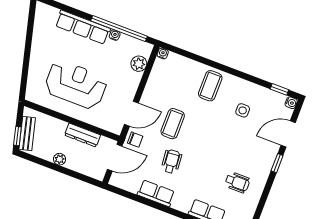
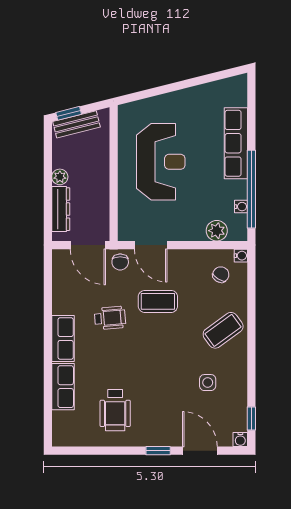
water cooler: (115, 35) -> (241, 207), moved
chair: (171, 73) -> (221, 275), added
coffee table: (210, 86) -> (223, 330), turned -36
dresser: (82, 135) -> (61, 209), moved, turned 180
wheelchair: (237, 182) -> (115, 410), width x1.36, depth x1.37
row of seats: (156, 193) -> (63, 338), moved

